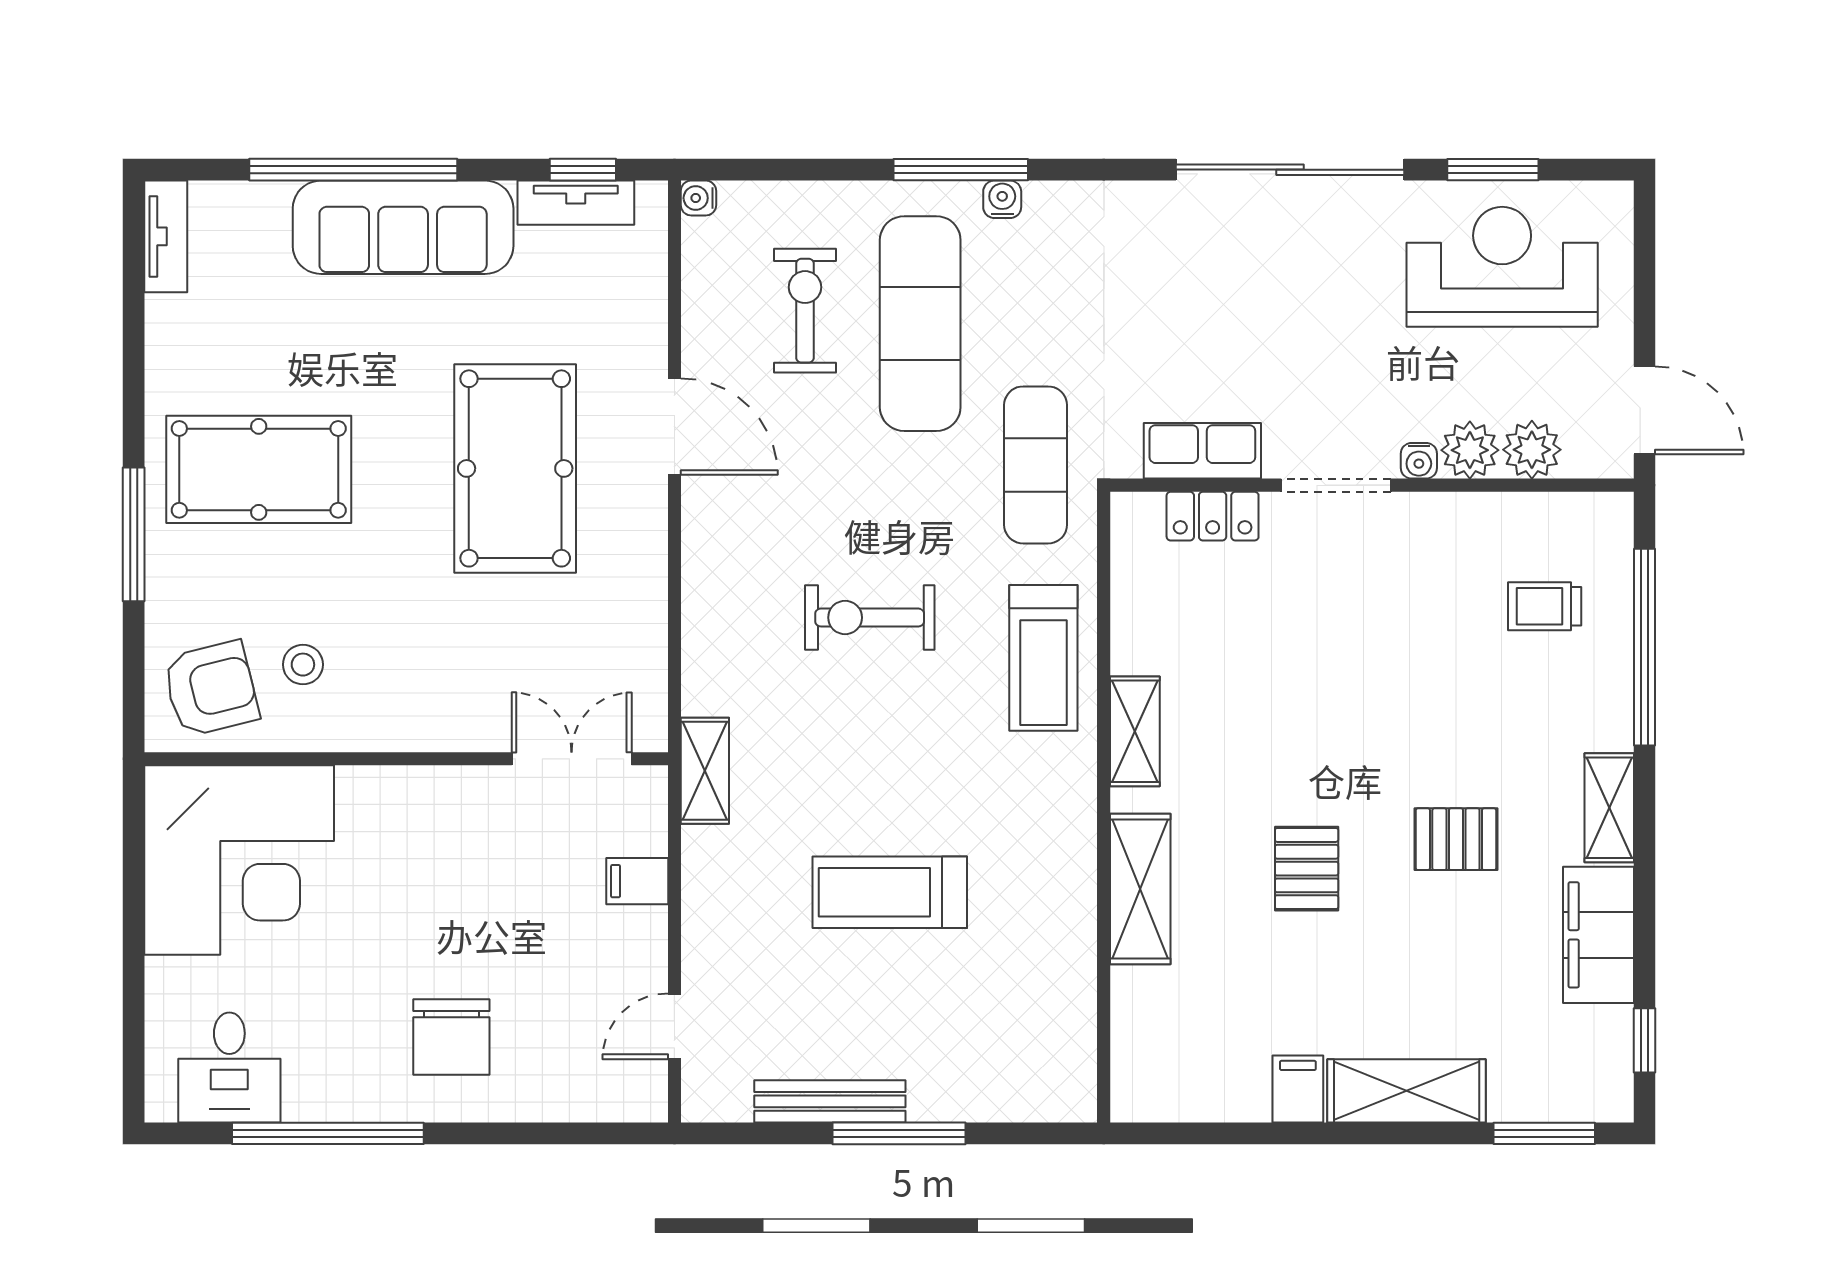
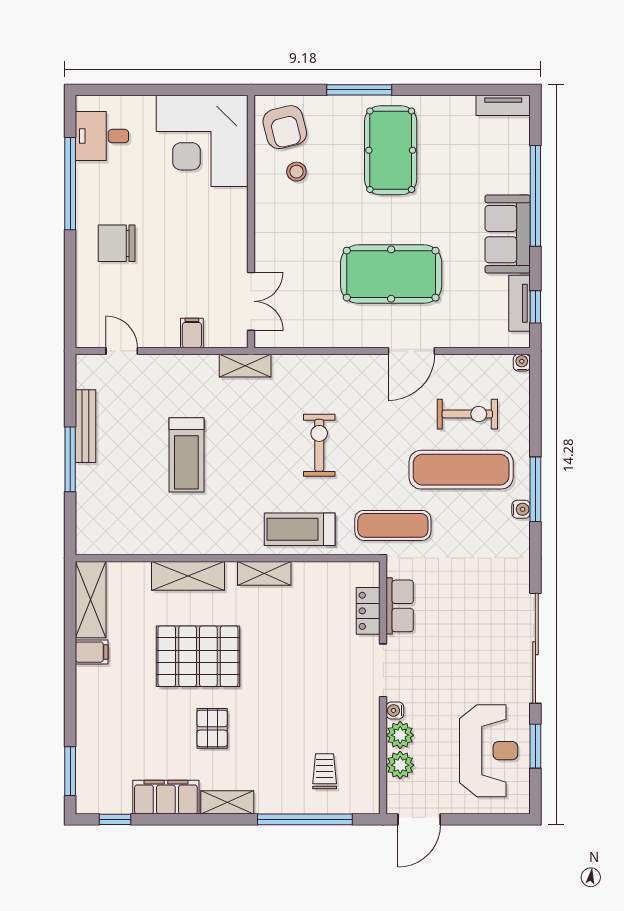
sofa: (403, 227) -> (508, 234), width x0.73
pallet: (1307, 869) -> (198, 656), width x2.05, depth x2.00
treadmill: (890, 892) -> (186, 455), turned 180
shelving: (1407, 1091) -> (91, 600), moved

